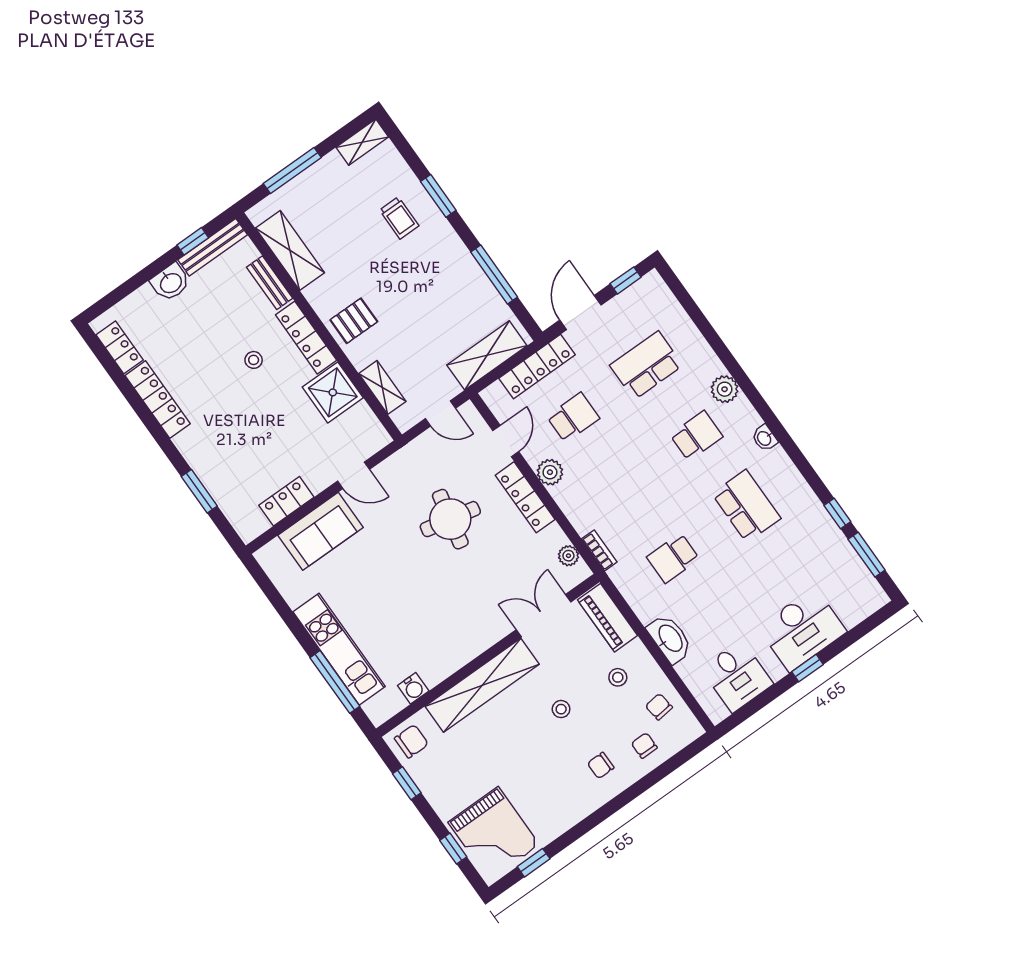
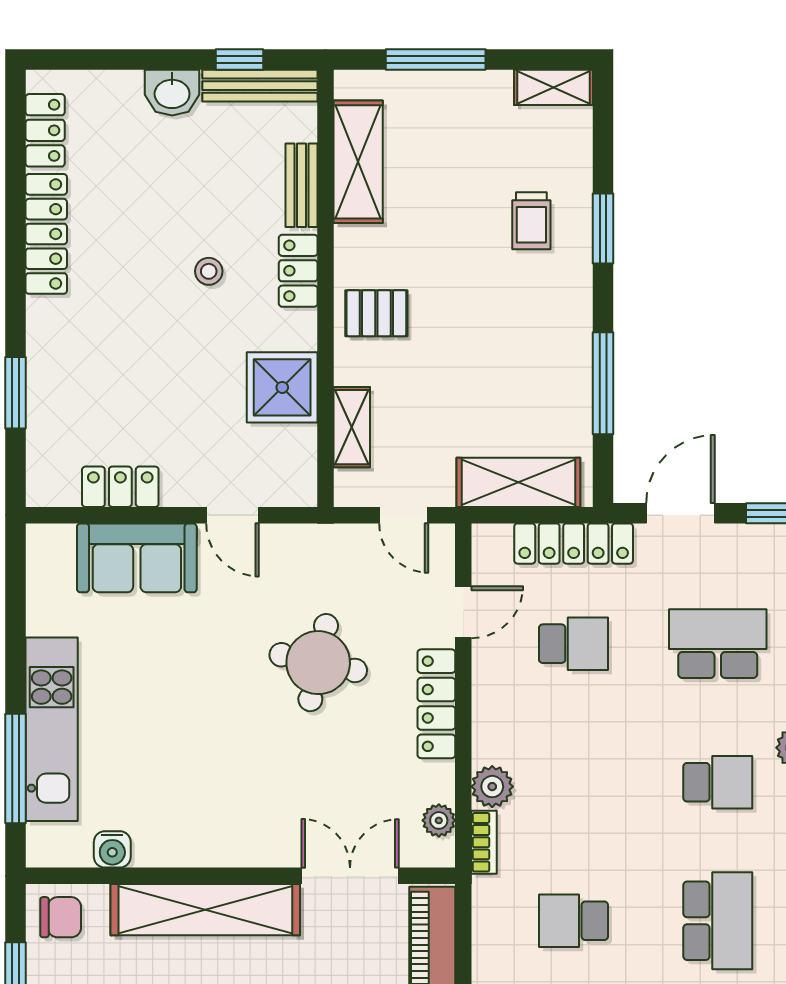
locker: (306, 338) -> (298, 271), width x0.66
plant: (550, 472) -> (492, 787), moved

